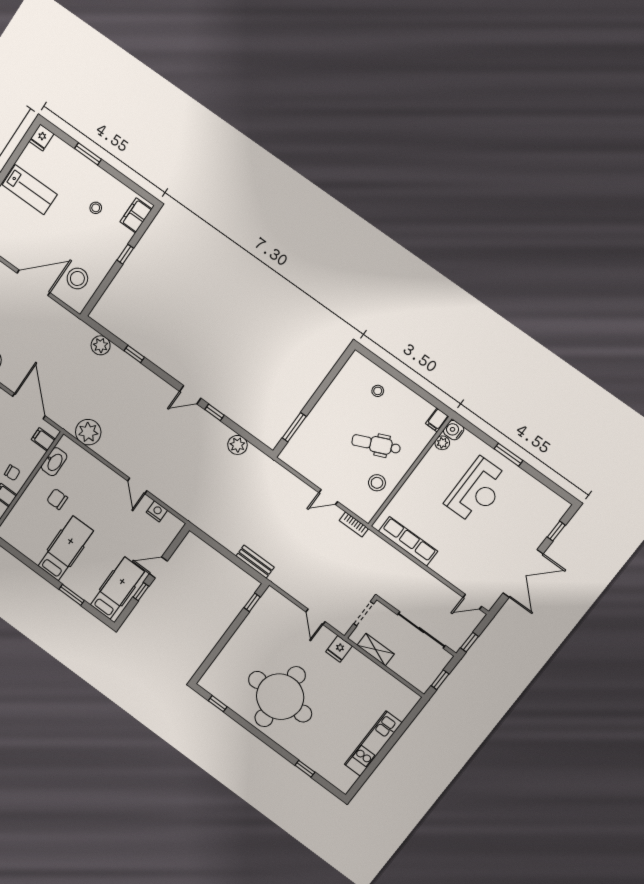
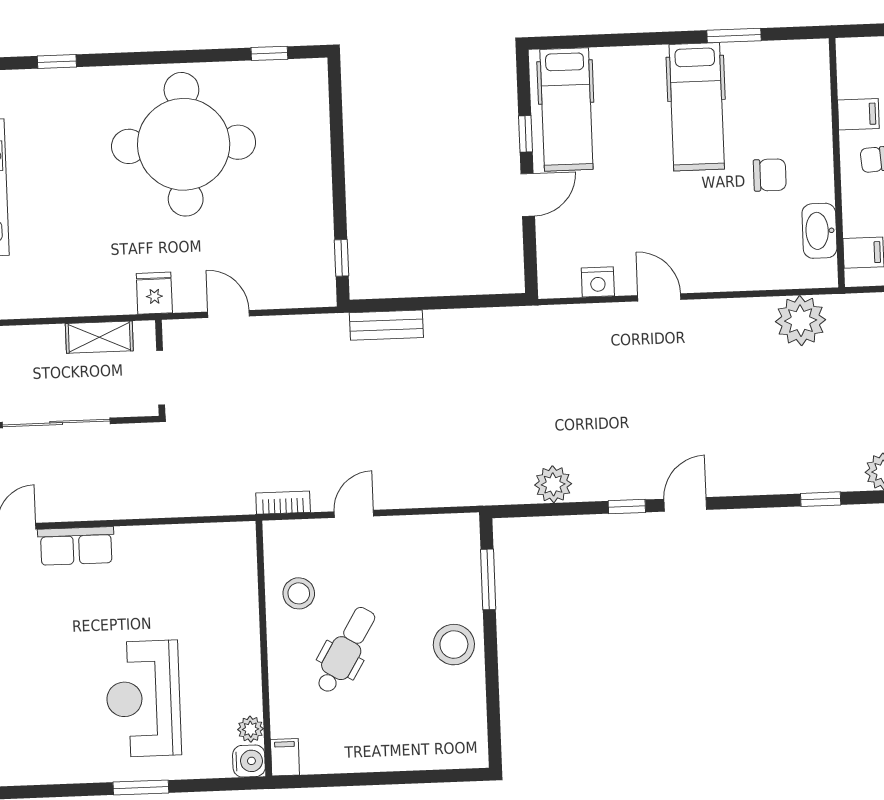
stool: (378, 391) -> (454, 645), moved, width x1.89, depth x1.89
dental chair: (376, 444) -> (346, 650), turned -35
row of seats: (408, 541) -> (76, 546), moved, width x0.68
window: (72, 595) -> (734, 36), moved

